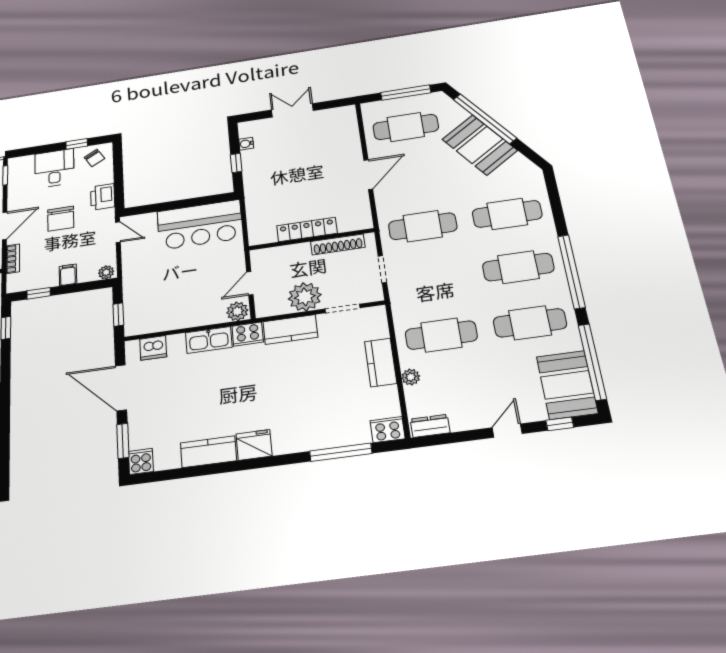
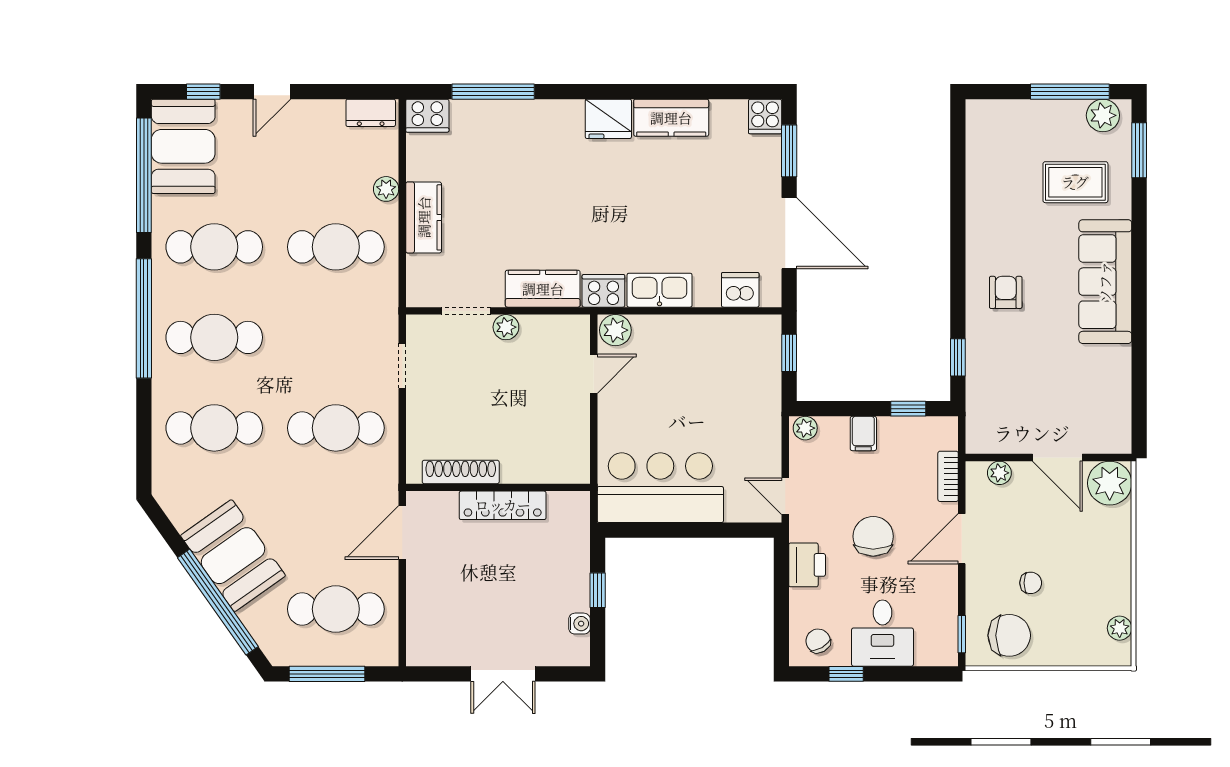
locker: (307, 230) -> (503, 505), moved
wall: (311, 239) -> (498, 487), moved
shoe rack: (338, 244) -> (461, 472), moved
plant: (305, 297) -> (506, 327), width x0.53, depth x0.53

